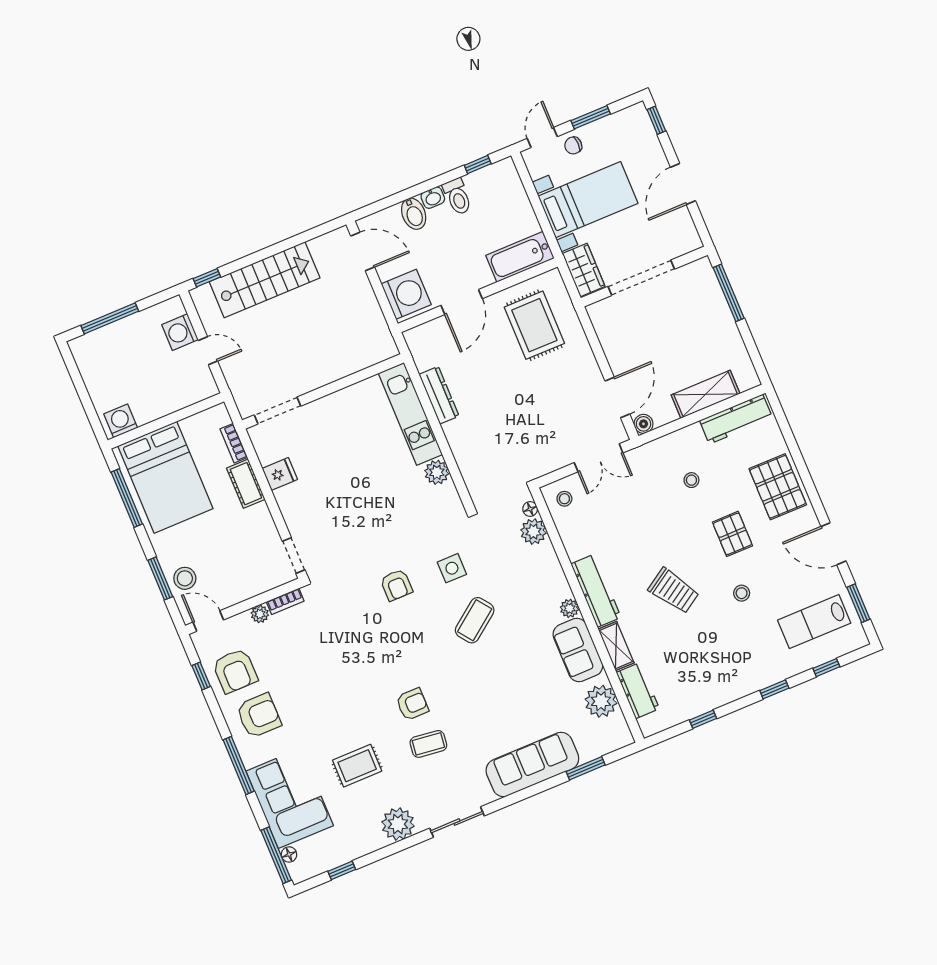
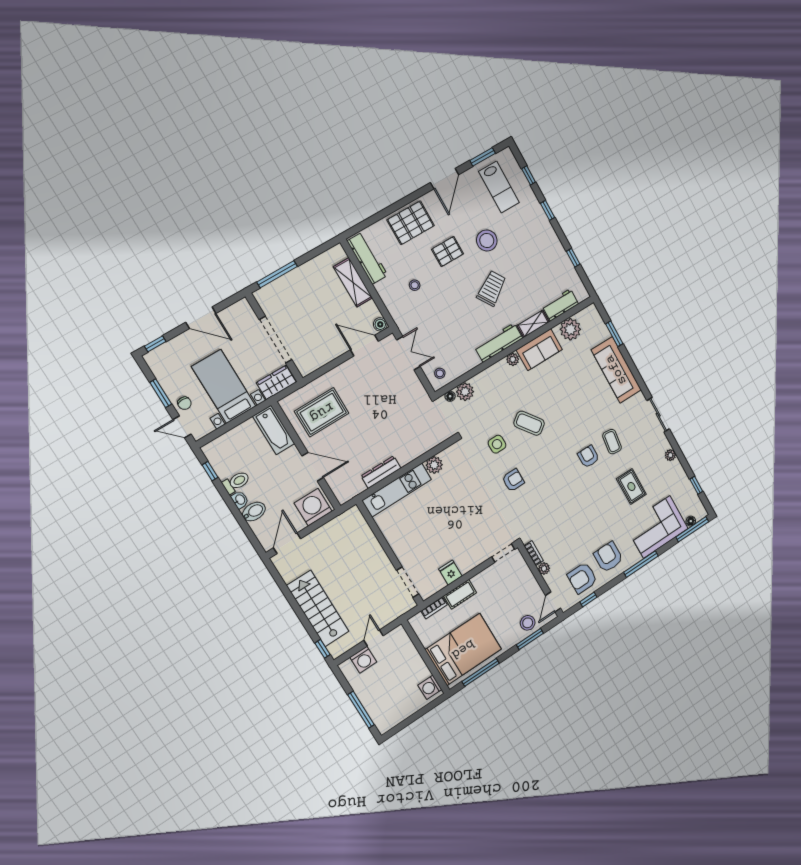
stool: (742, 593) -> (487, 240), width x1.89, depth x1.89
armchair: (235, 671) -> (582, 578), turned 180
plant: (398, 824) -> (670, 455), width x0.53, depth x0.53

